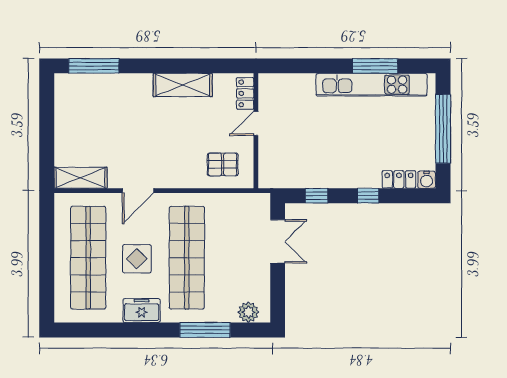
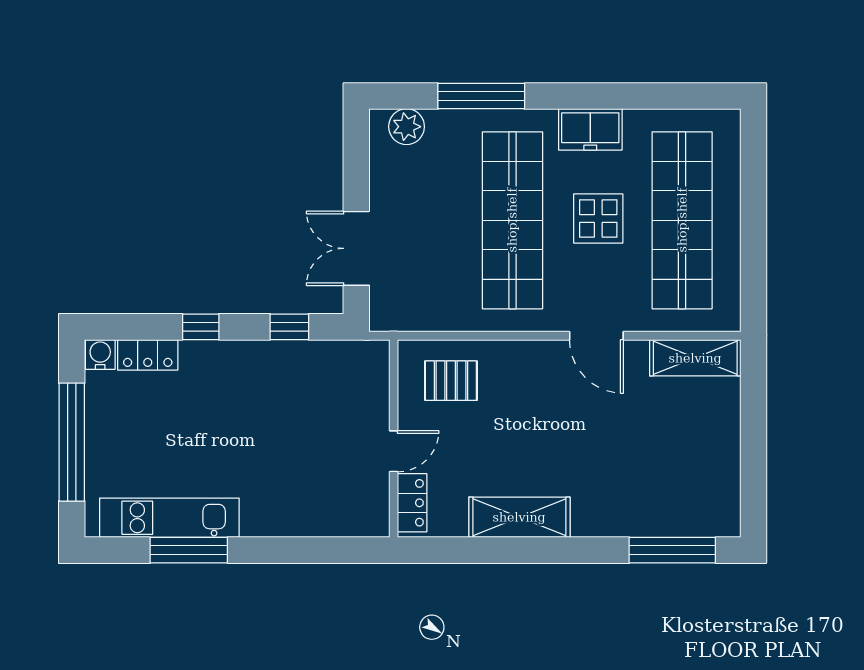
kitchen unit: (372, 85) -> (169, 518), width x0.73
door: (138, 191) -> (596, 336), swing flipped

